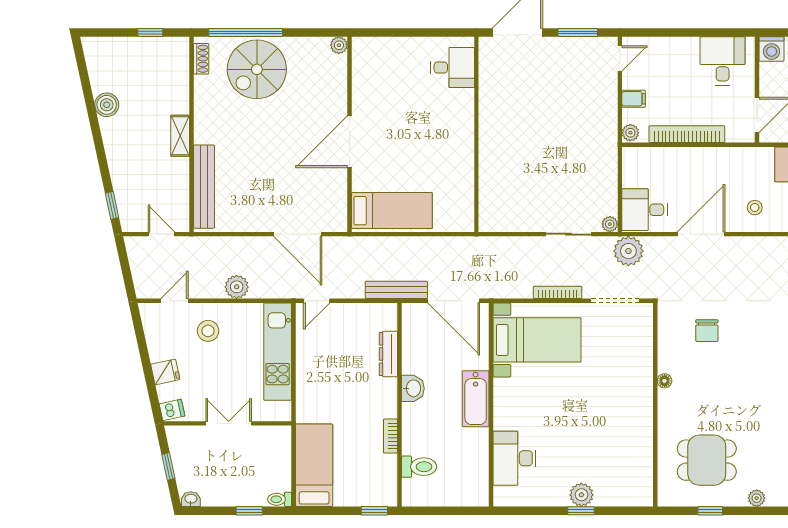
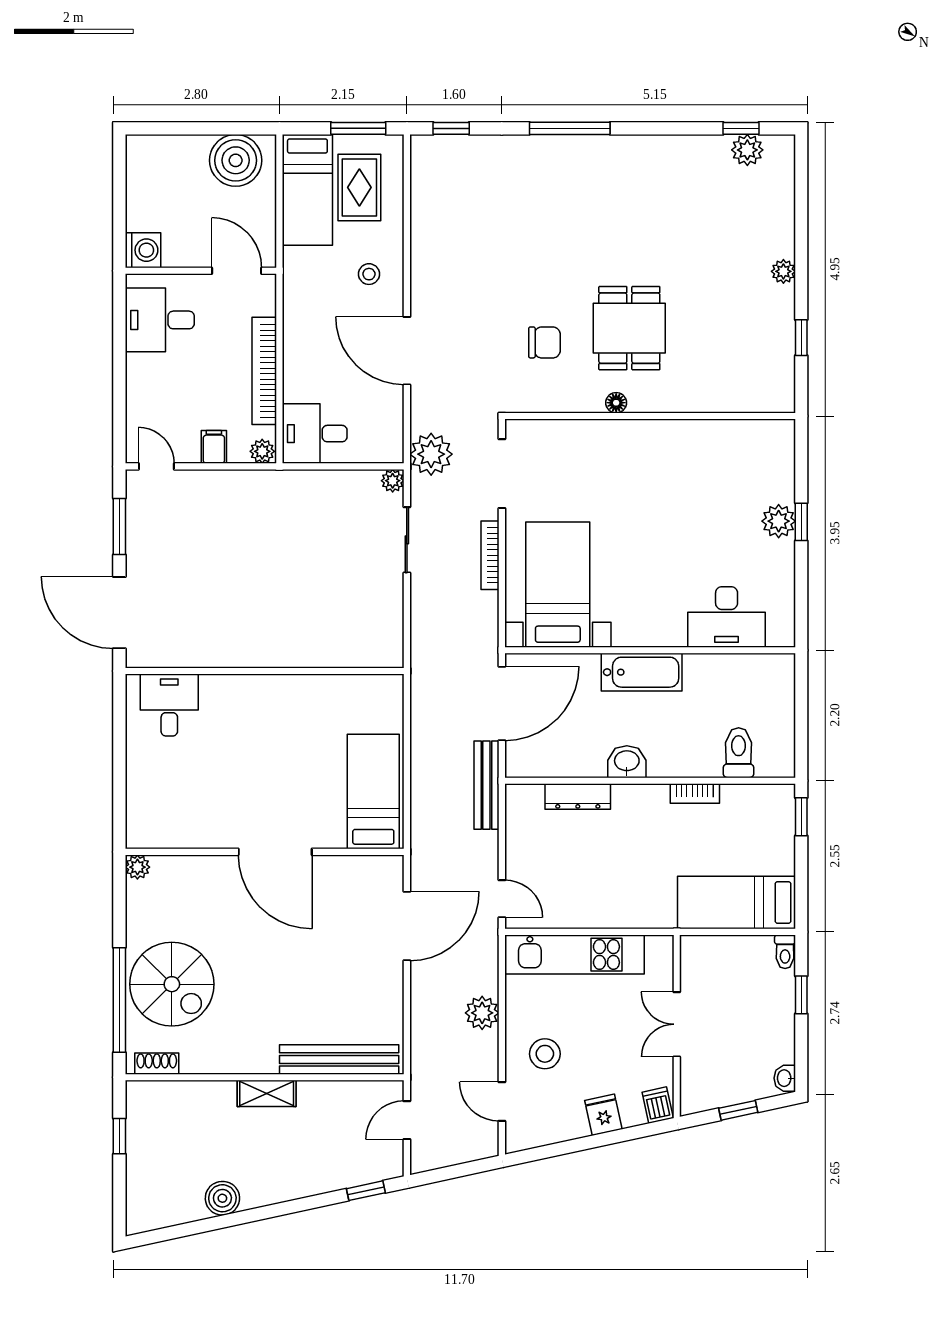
desk: (645, 210) -> (315, 434), moved, turned 90
dining table: (707, 460) -> (629, 328), moved

